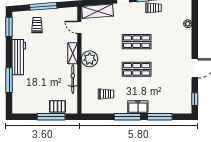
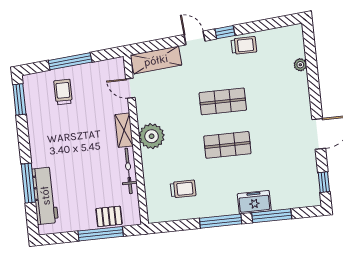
workbench: (19, 57) -> (45, 196), moved
freezer: (138, 107) -> (254, 202), moved

